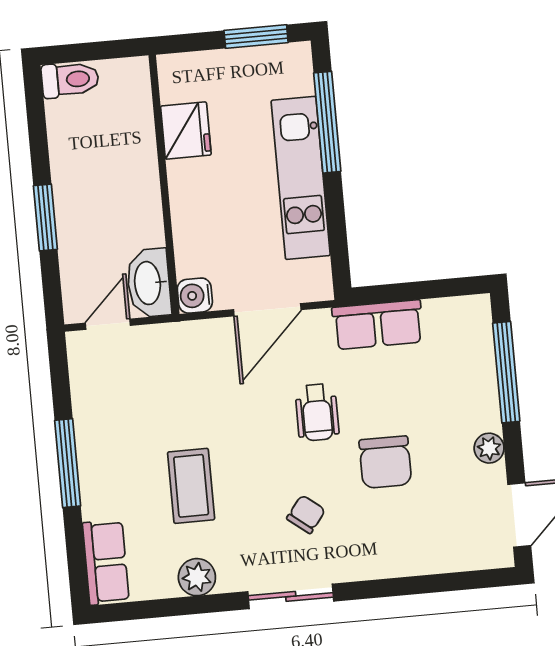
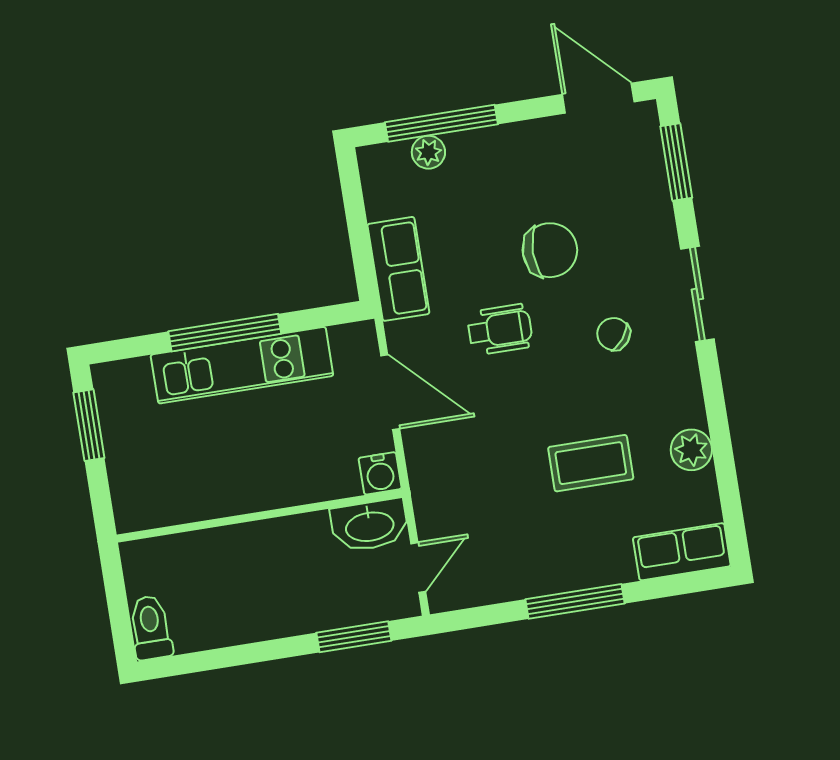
window: (327, 122) -> (225, 333), moved
fridge: (186, 131) -> (198, 496), removed
window: (45, 217) -> (354, 637), moved
door: (108, 324) -> (418, 567), swing flipped
plant: (489, 448) -> (428, 152), moved
window: (457, 581) -> (676, 162), added
sliding door: (291, 596) -> (697, 294), moved

